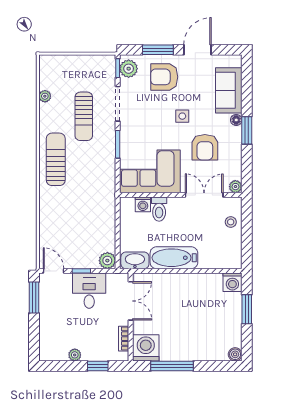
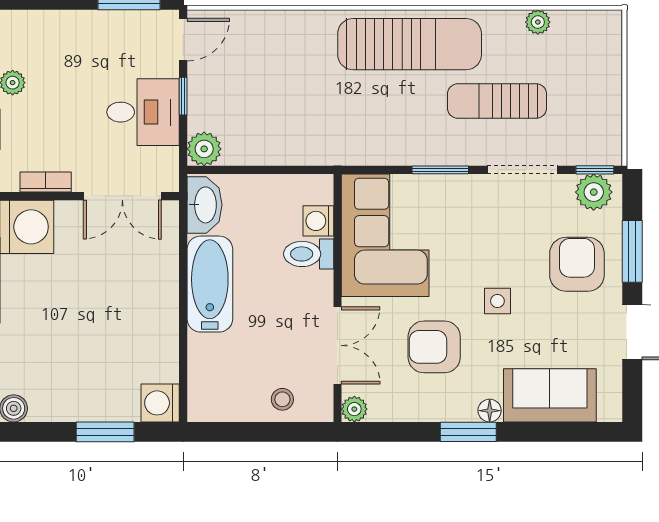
sun lounger: (56, 159) -> (410, 44), width x1.36, depth x1.34

